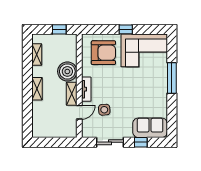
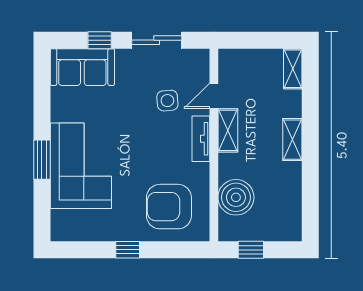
corner sofa: (144, 50) -> (81, 166), moved, turned 90
shelving: (37, 55) -> (293, 69), moved
boiler: (67, 71) -> (236, 197), moved
window: (172, 78) -> (42, 160), width x0.69

